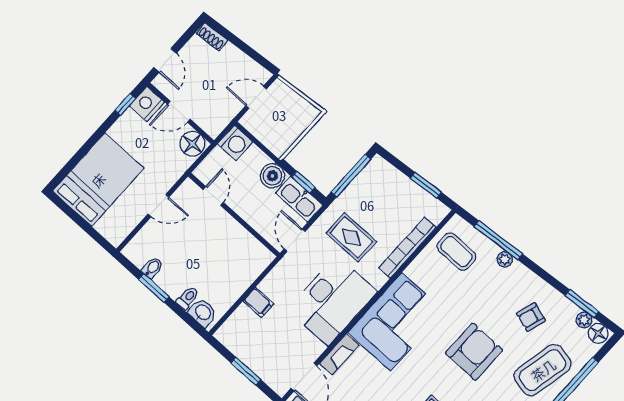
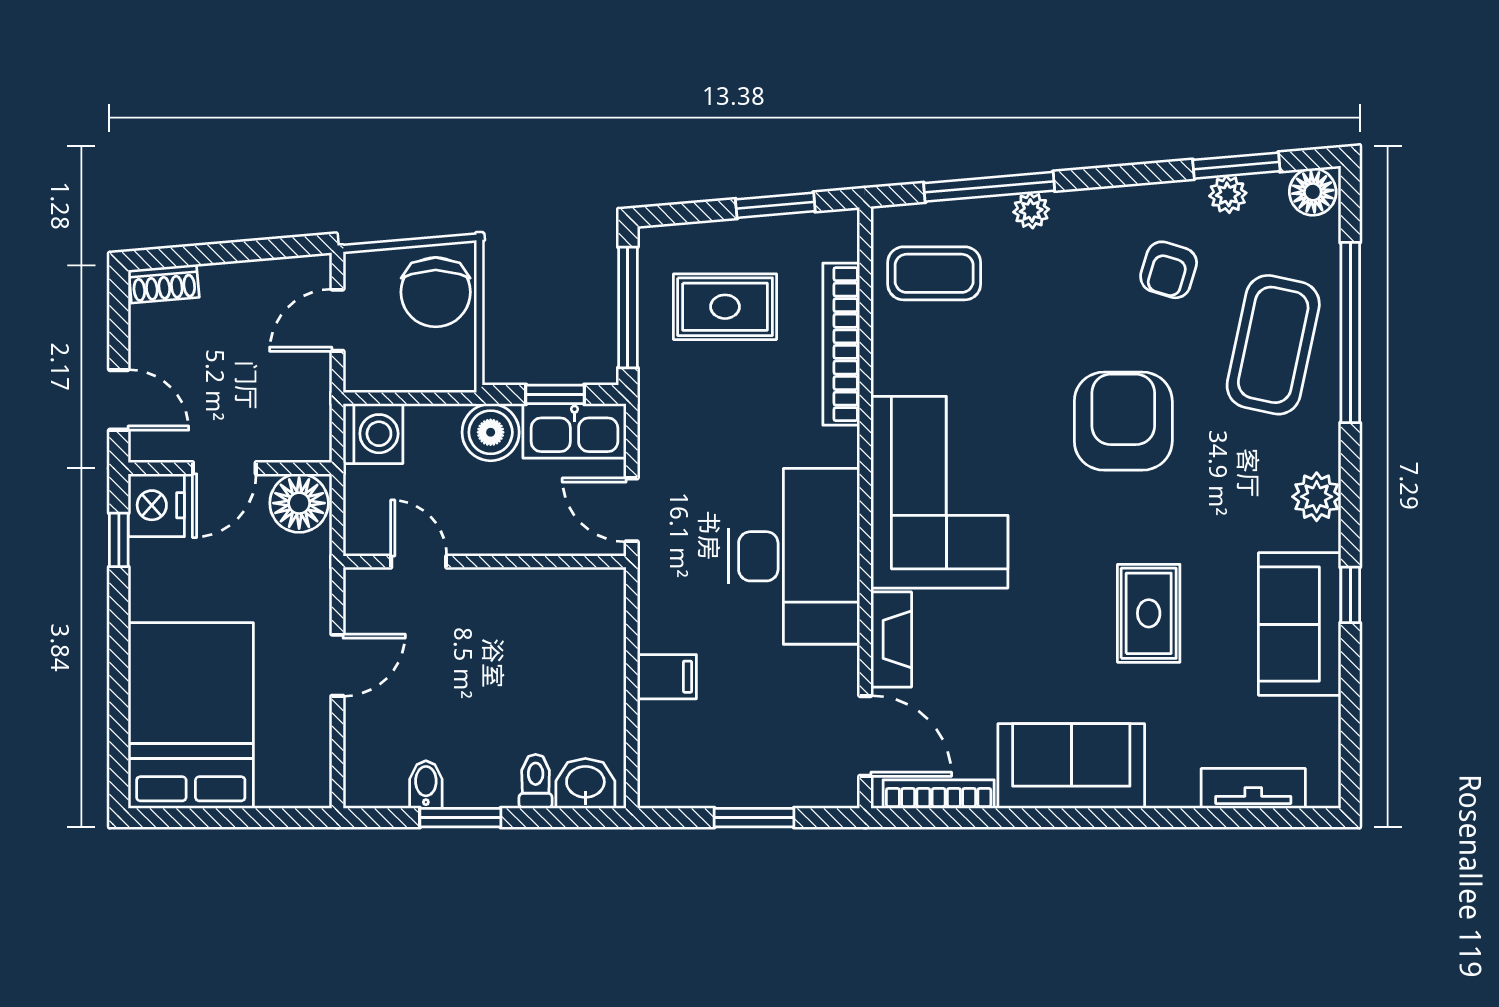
chair: (295, 116) -> (436, 292), added
rug: (351, 237) -> (725, 307), moved
plant: (584, 320) -> (1228, 194), moved

